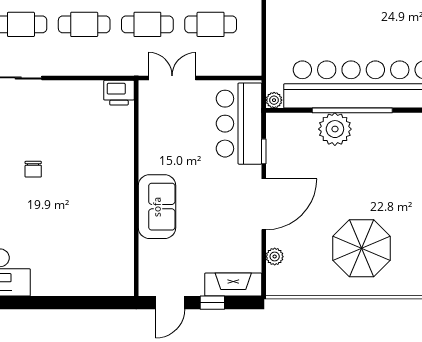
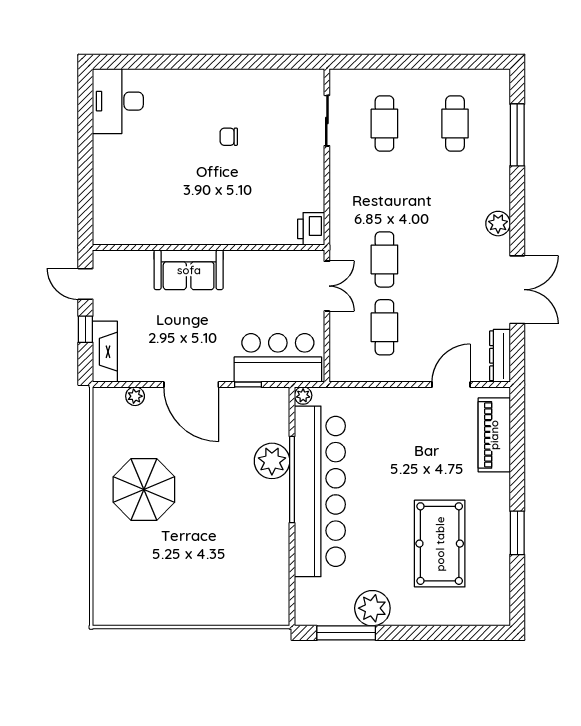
cafe table: (84, 24) -> (384, 191), removed

